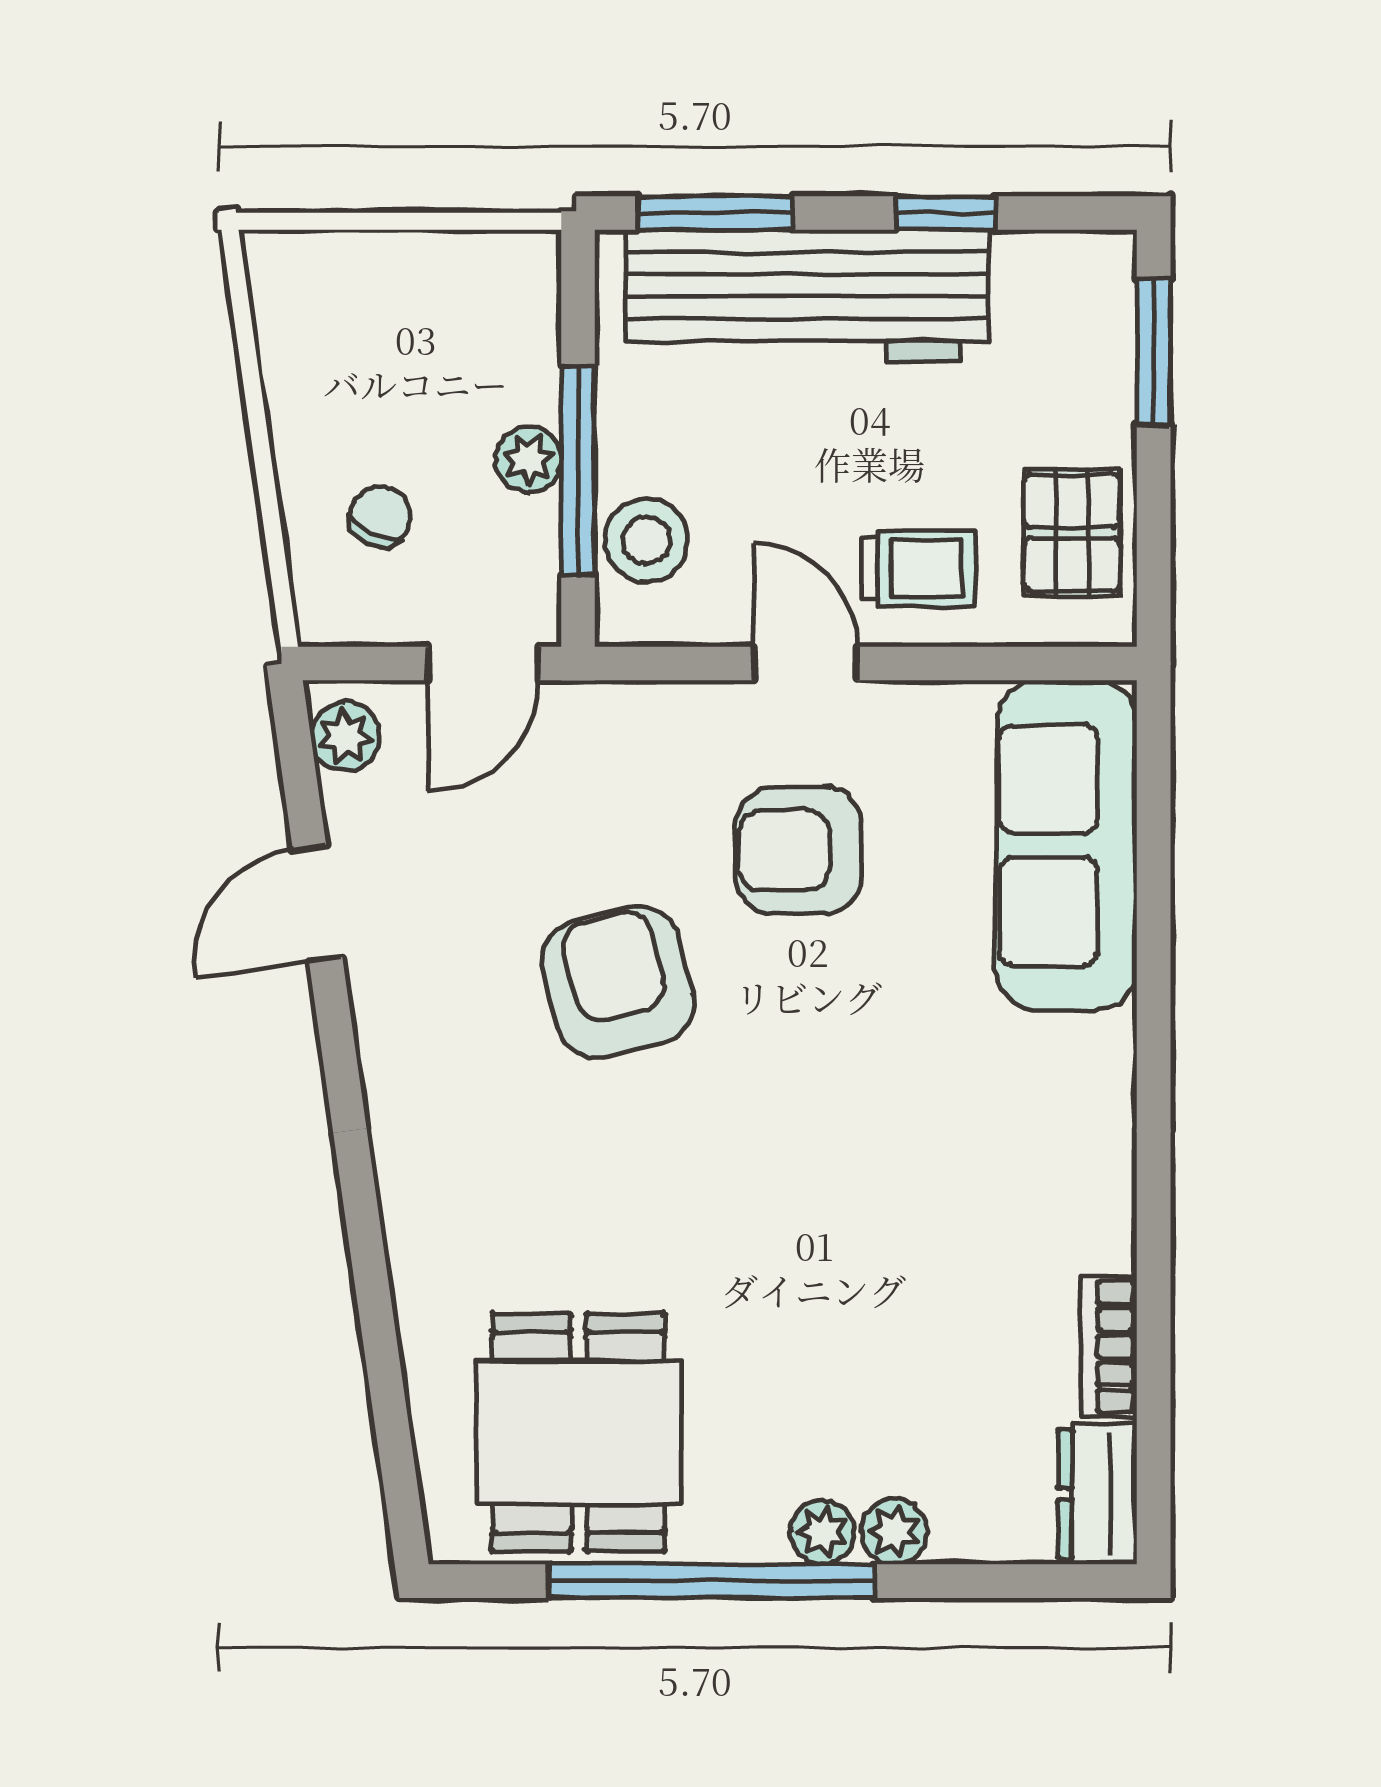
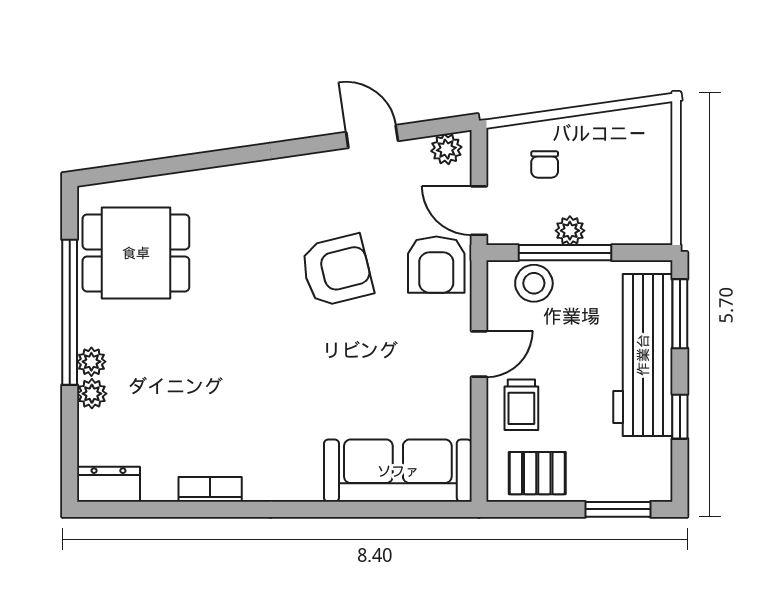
chair: (380, 516) -> (545, 164), turned 64
armchair: (799, 850) -> (436, 265), moved, turned 180
bookcase: (1109, 1347) -> (210, 489), moved

